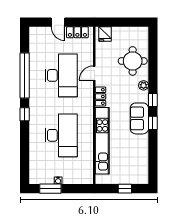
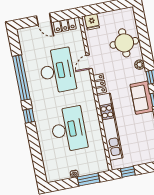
window: (50, 189) -> (88, 179), moved
window: (125, 189) -> (128, 172), moved

